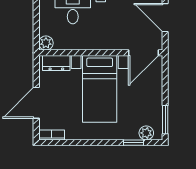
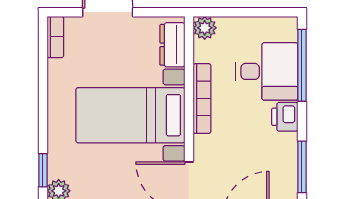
bookcase: (89, 45) -> (202, 99), added

